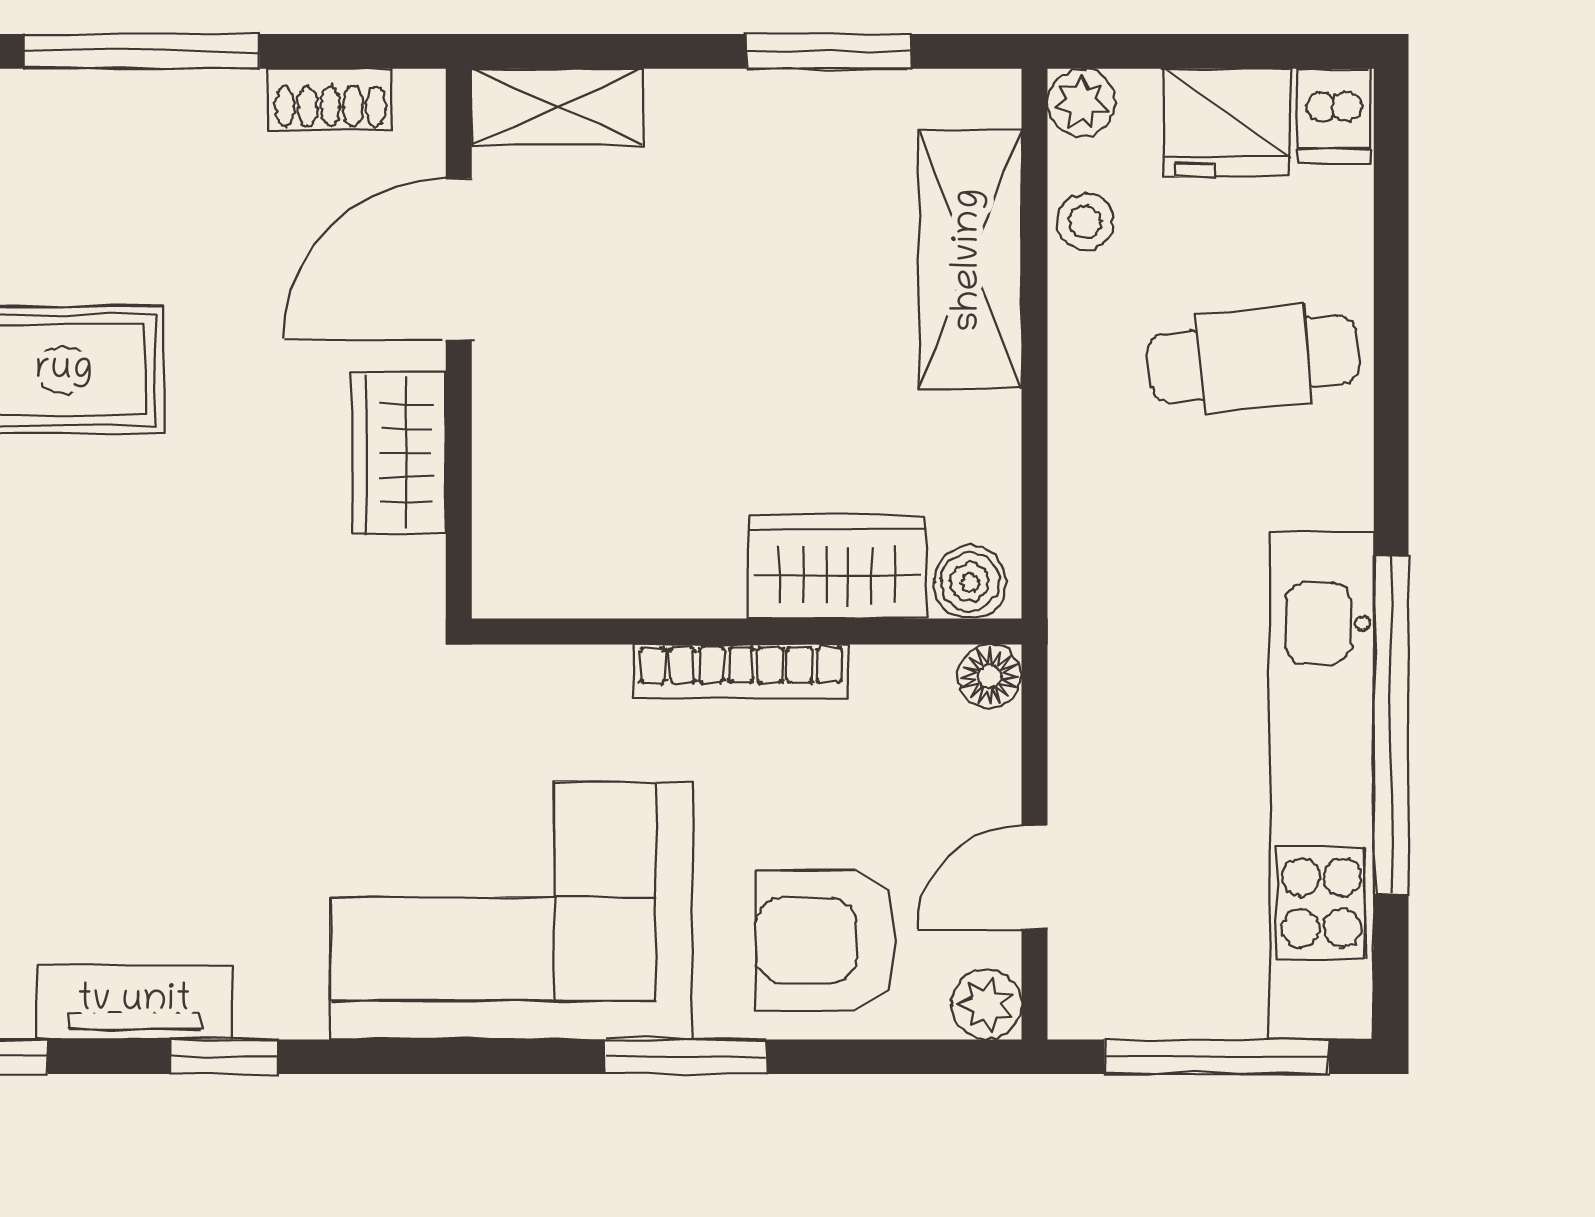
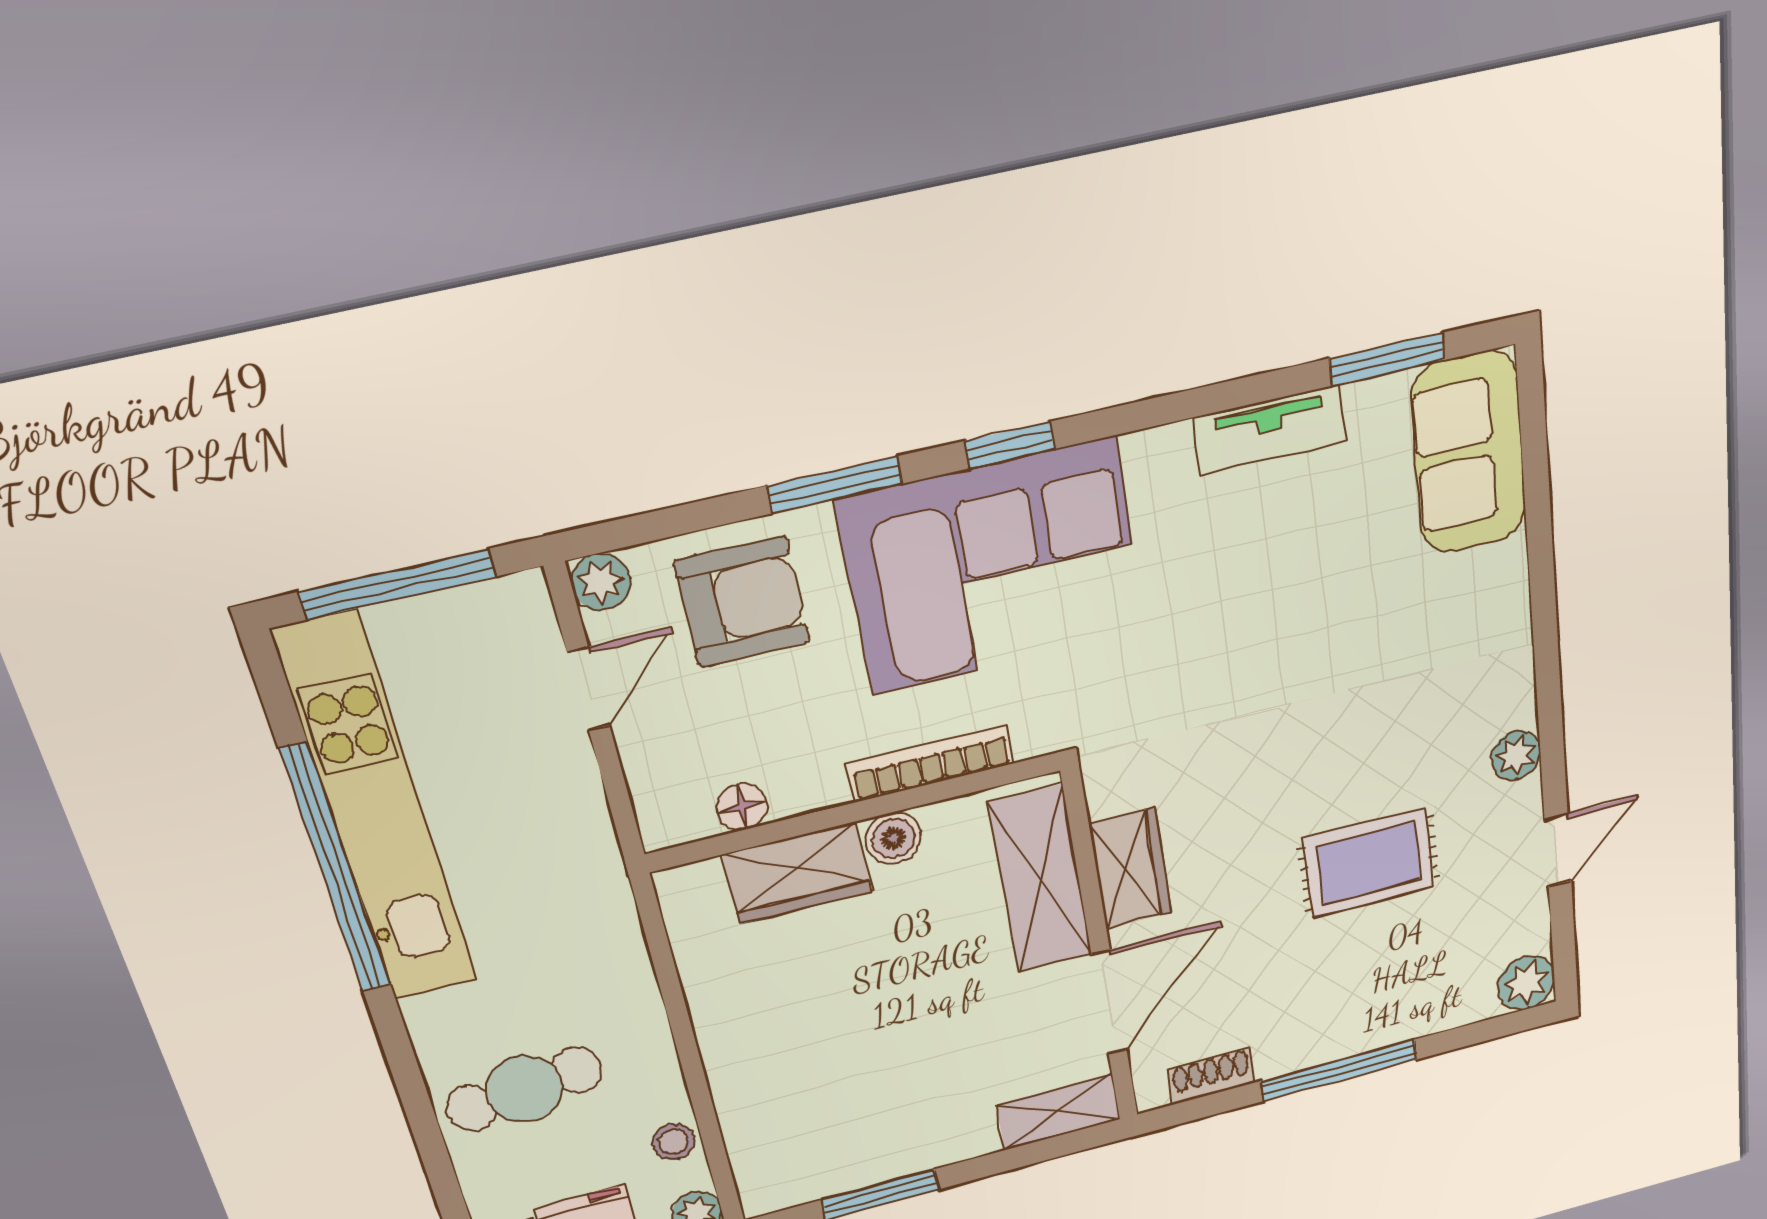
shelving: (970, 260) -> (1040, 879), moved
boiler: (970, 582) -> (894, 838), moved
bookcase: (741, 672) -> (931, 764), moved
floor lamp: (990, 676) -> (742, 807), moved
window: (224, 1057) -> (1010, 445), moved

